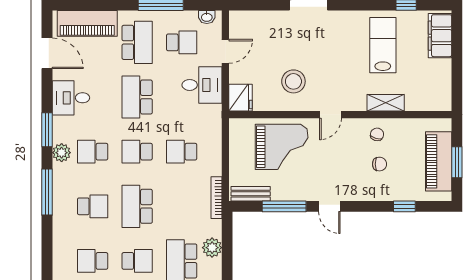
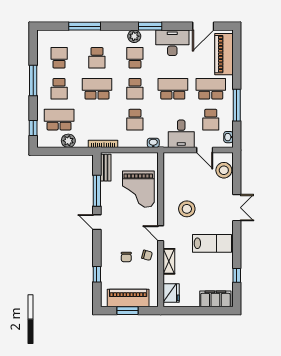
stool: (255, 24) -> (224, 170), added
school desk: (137, 42) -> (211, 89), turned 180
lab bench: (383, 45) -> (212, 243), moved
stool: (293, 81) -> (187, 209), moved
desk: (71, 98) -> (172, 43), width x1.37
fridge: (241, 98) -> (171, 293), moved, turned -90
door: (330, 115) -> (161, 233), moved
washbasin: (215, 125) -> (153, 143), added
school desk: (137, 152) -> (135, 89), turned 180
school desk: (182, 152) -> (135, 120), turned 180
window: (47, 192) -> (85, 26), moved
door: (329, 206) -> (97, 222), hinge flipped

